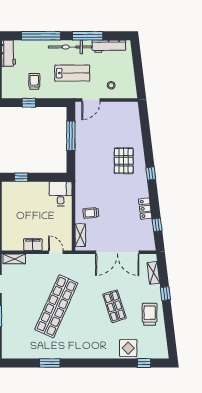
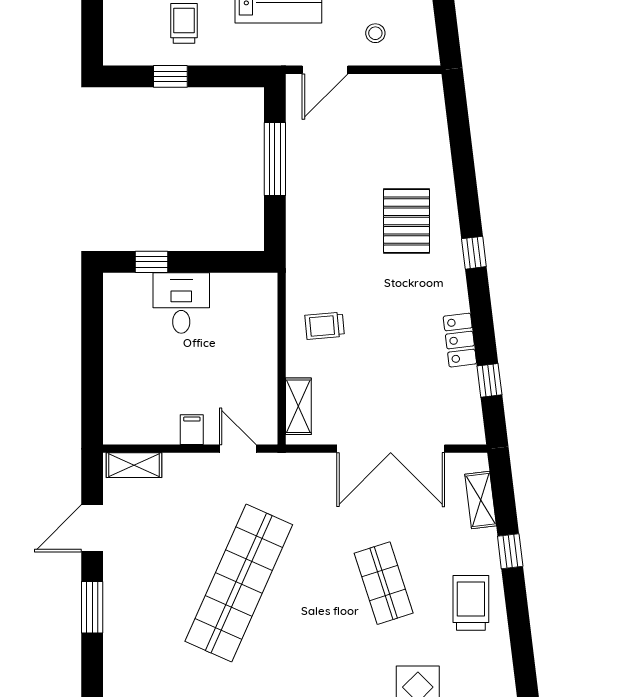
desk: (61, 194) -> (181, 303), moved
trolley: (91, 213) -> (325, 326), moved
filing cabinet: (33, 245) -> (192, 430), width x0.50

